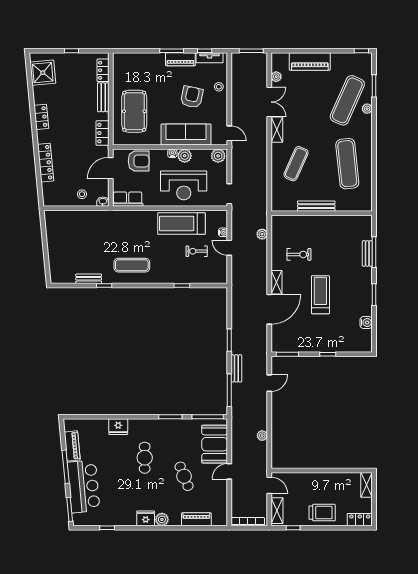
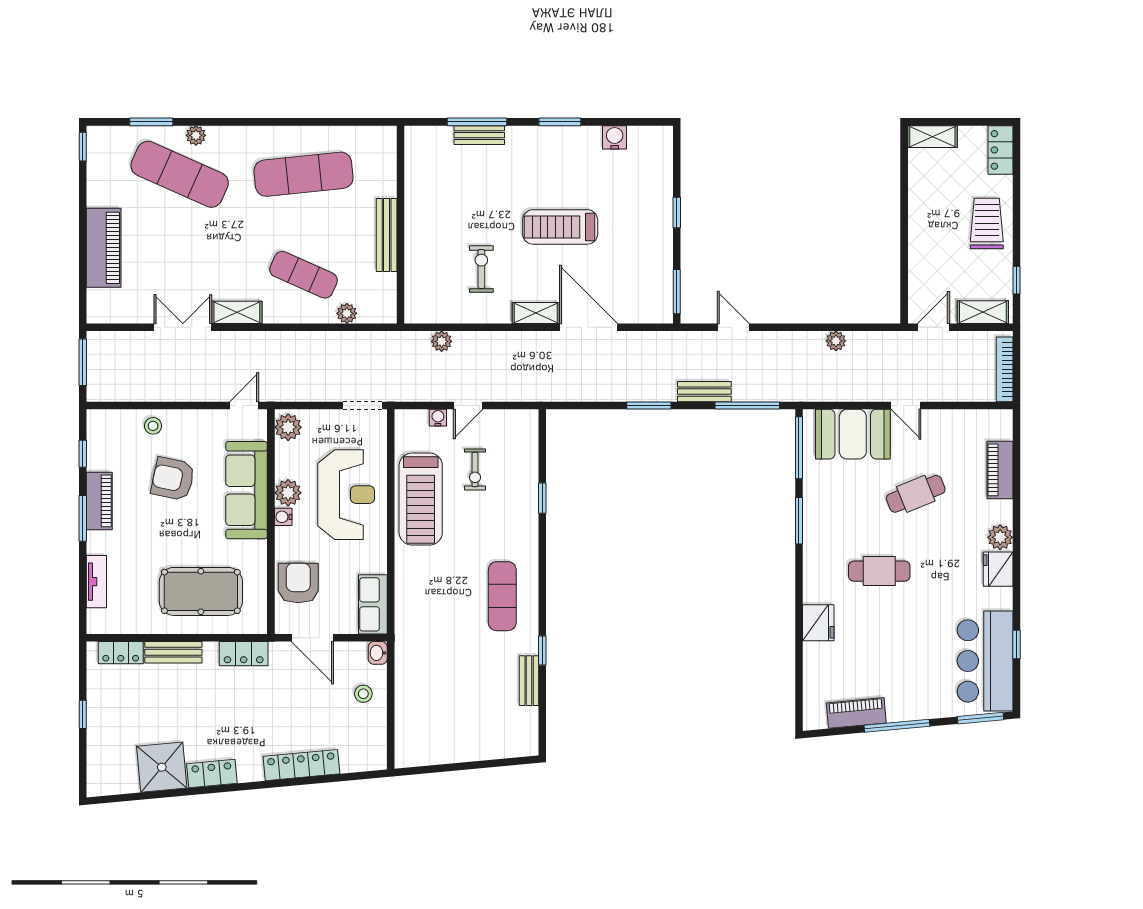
tv unit: (210, 58) -> (96, 582), moved
shower: (43, 73) -> (162, 767), moved
plant: (276, 77) -> (347, 313), moved
bar counter: (84, 486) -> (985, 661), moved, turned -85

